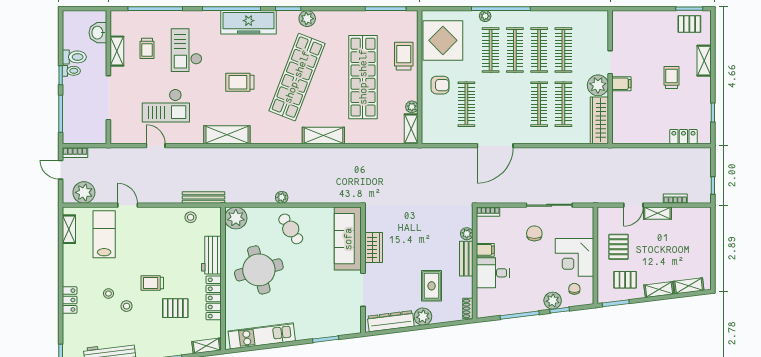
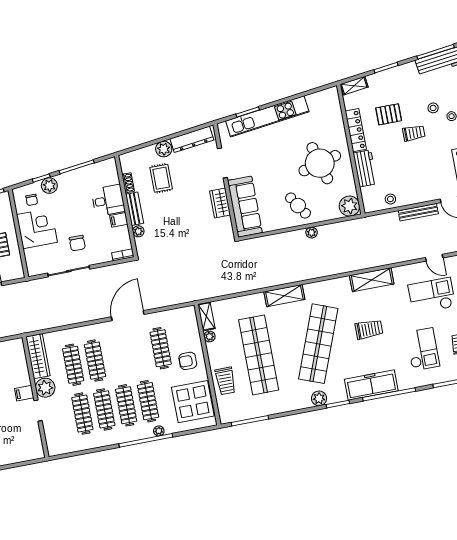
bench: (204, 198) -> (418, 212), moved
shoe rack: (468, 309) -> (128, 183), moved
kitchen unit: (262, 336) -> (267, 116), moved, width x1.36

